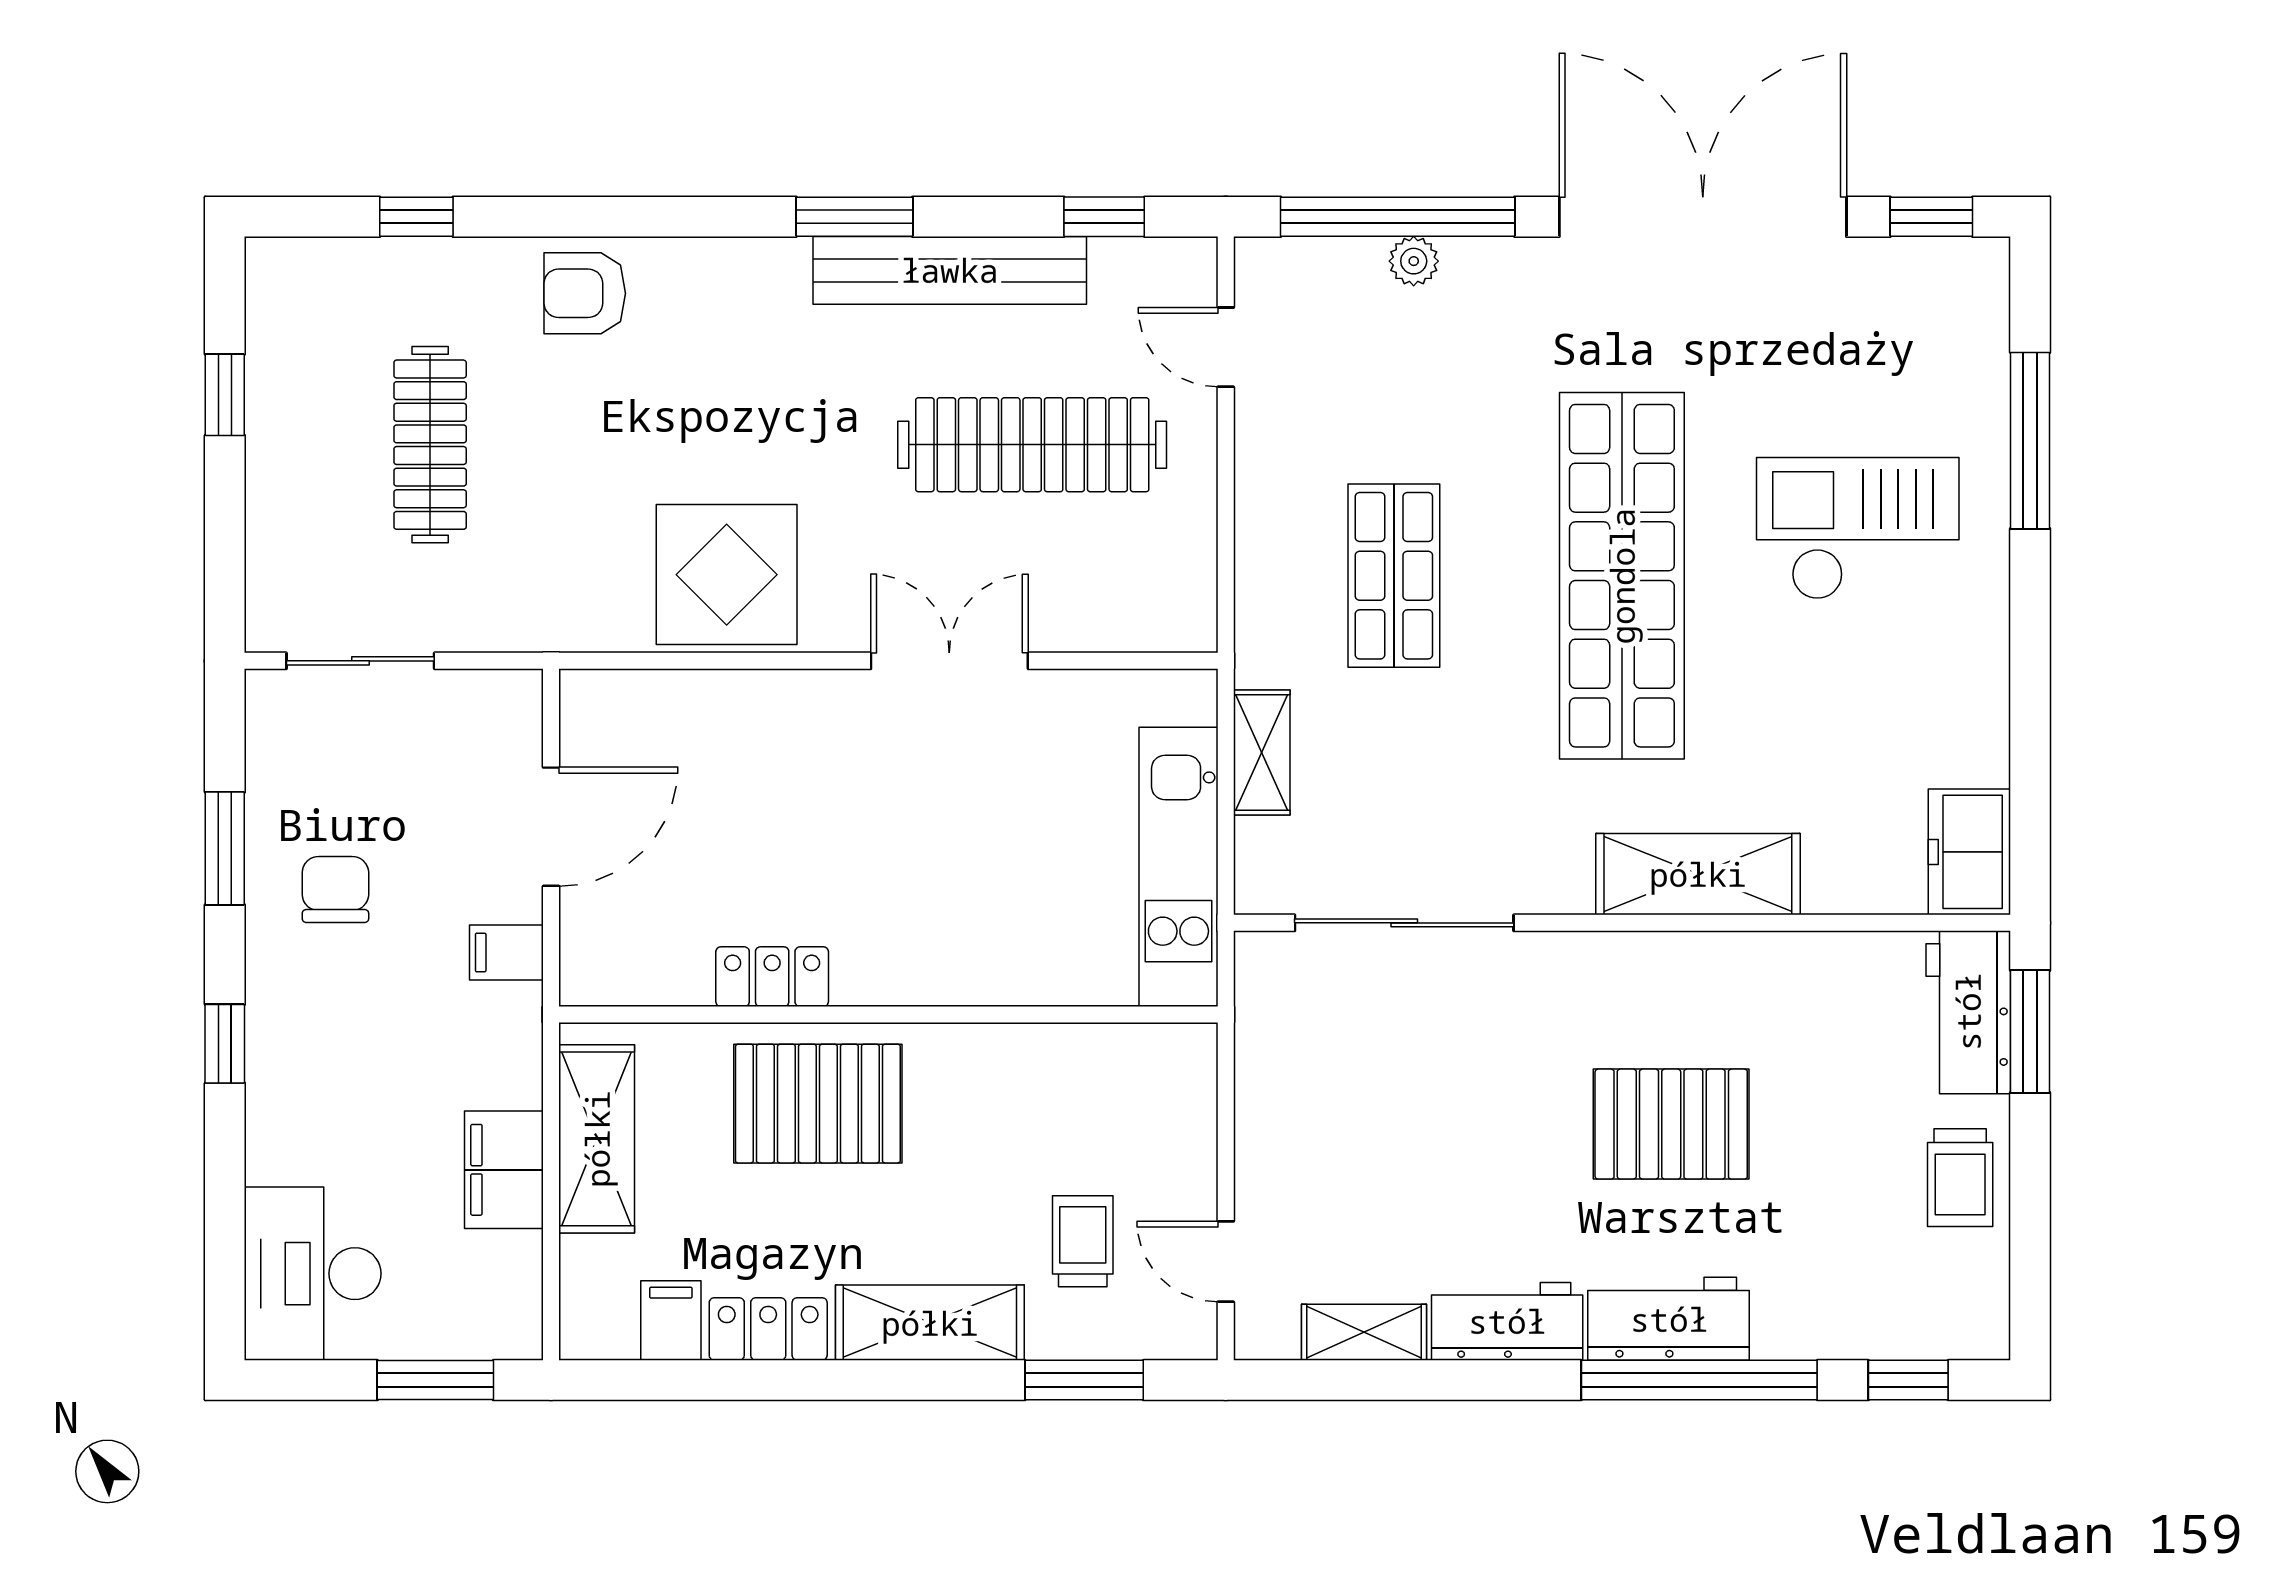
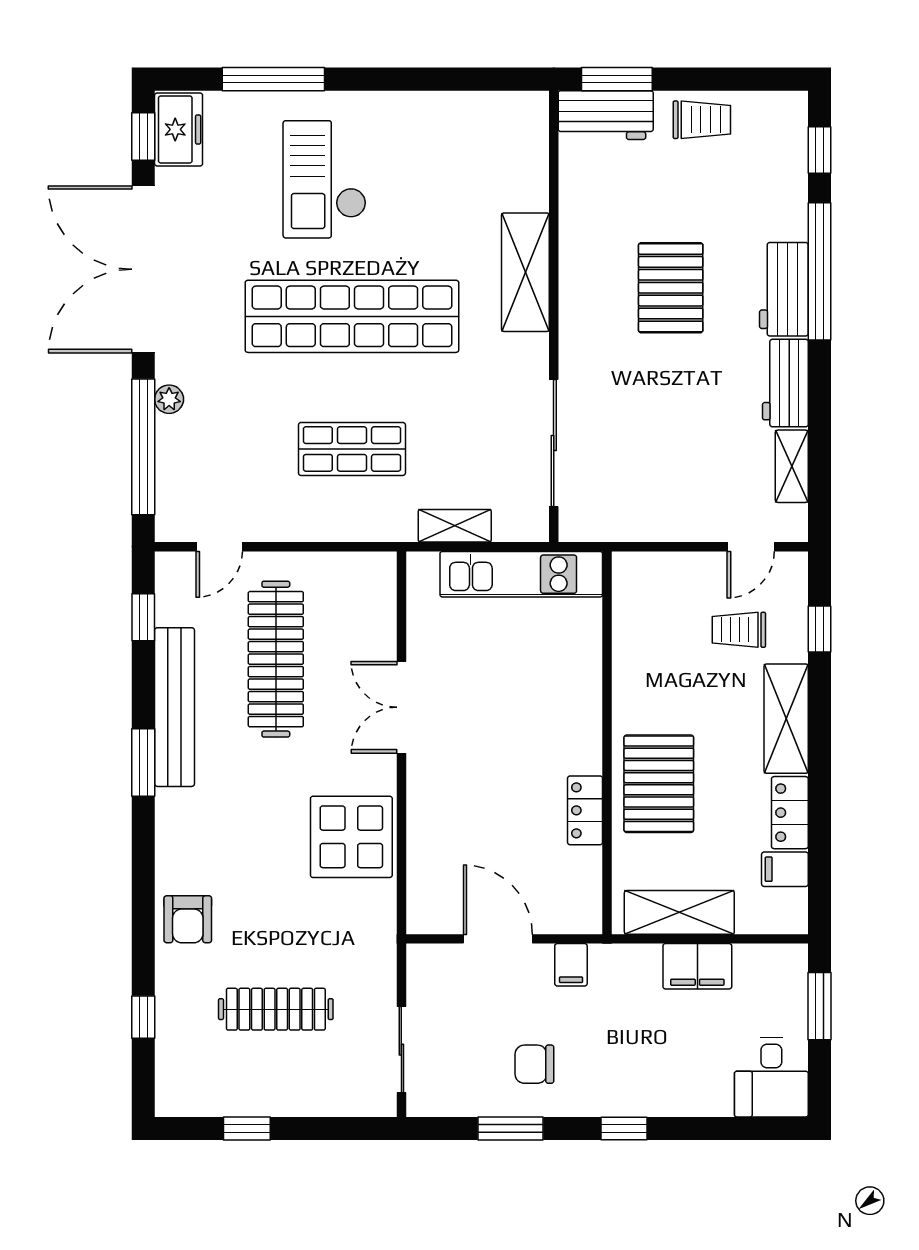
plant: (1414, 261) -> (169, 399), moved
freezer: (1969, 852) -> (179, 129), moved, turned -90
desk: (313, 1274) -> (771, 1077), width x0.73
window: (1084, 1380) -> (820, 629), width x0.67

